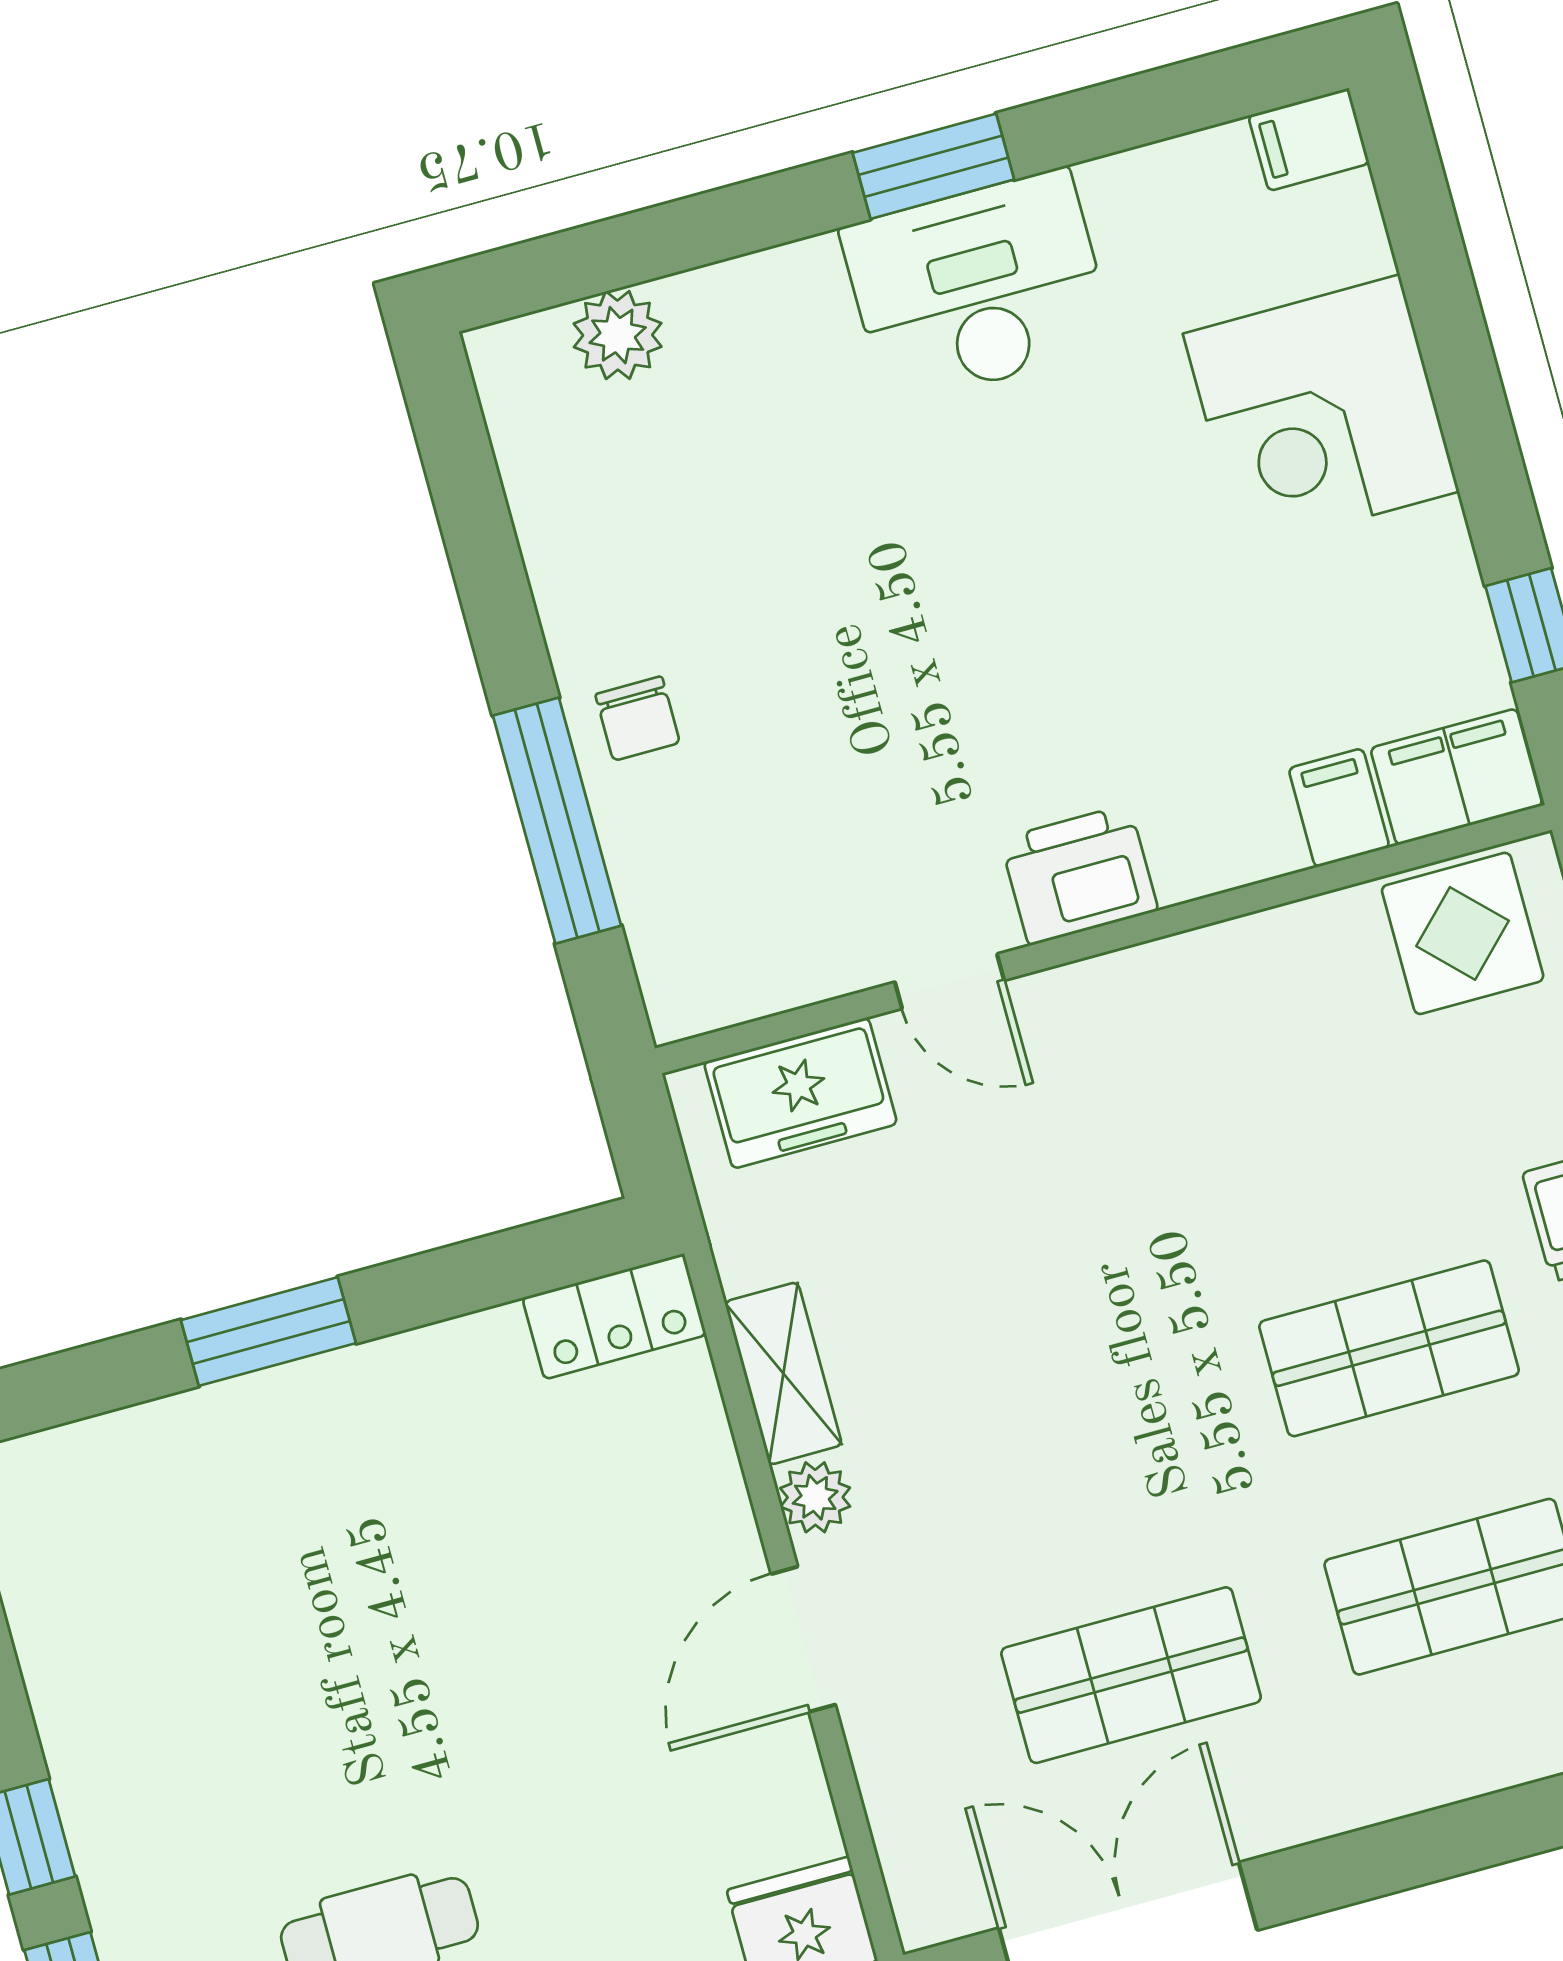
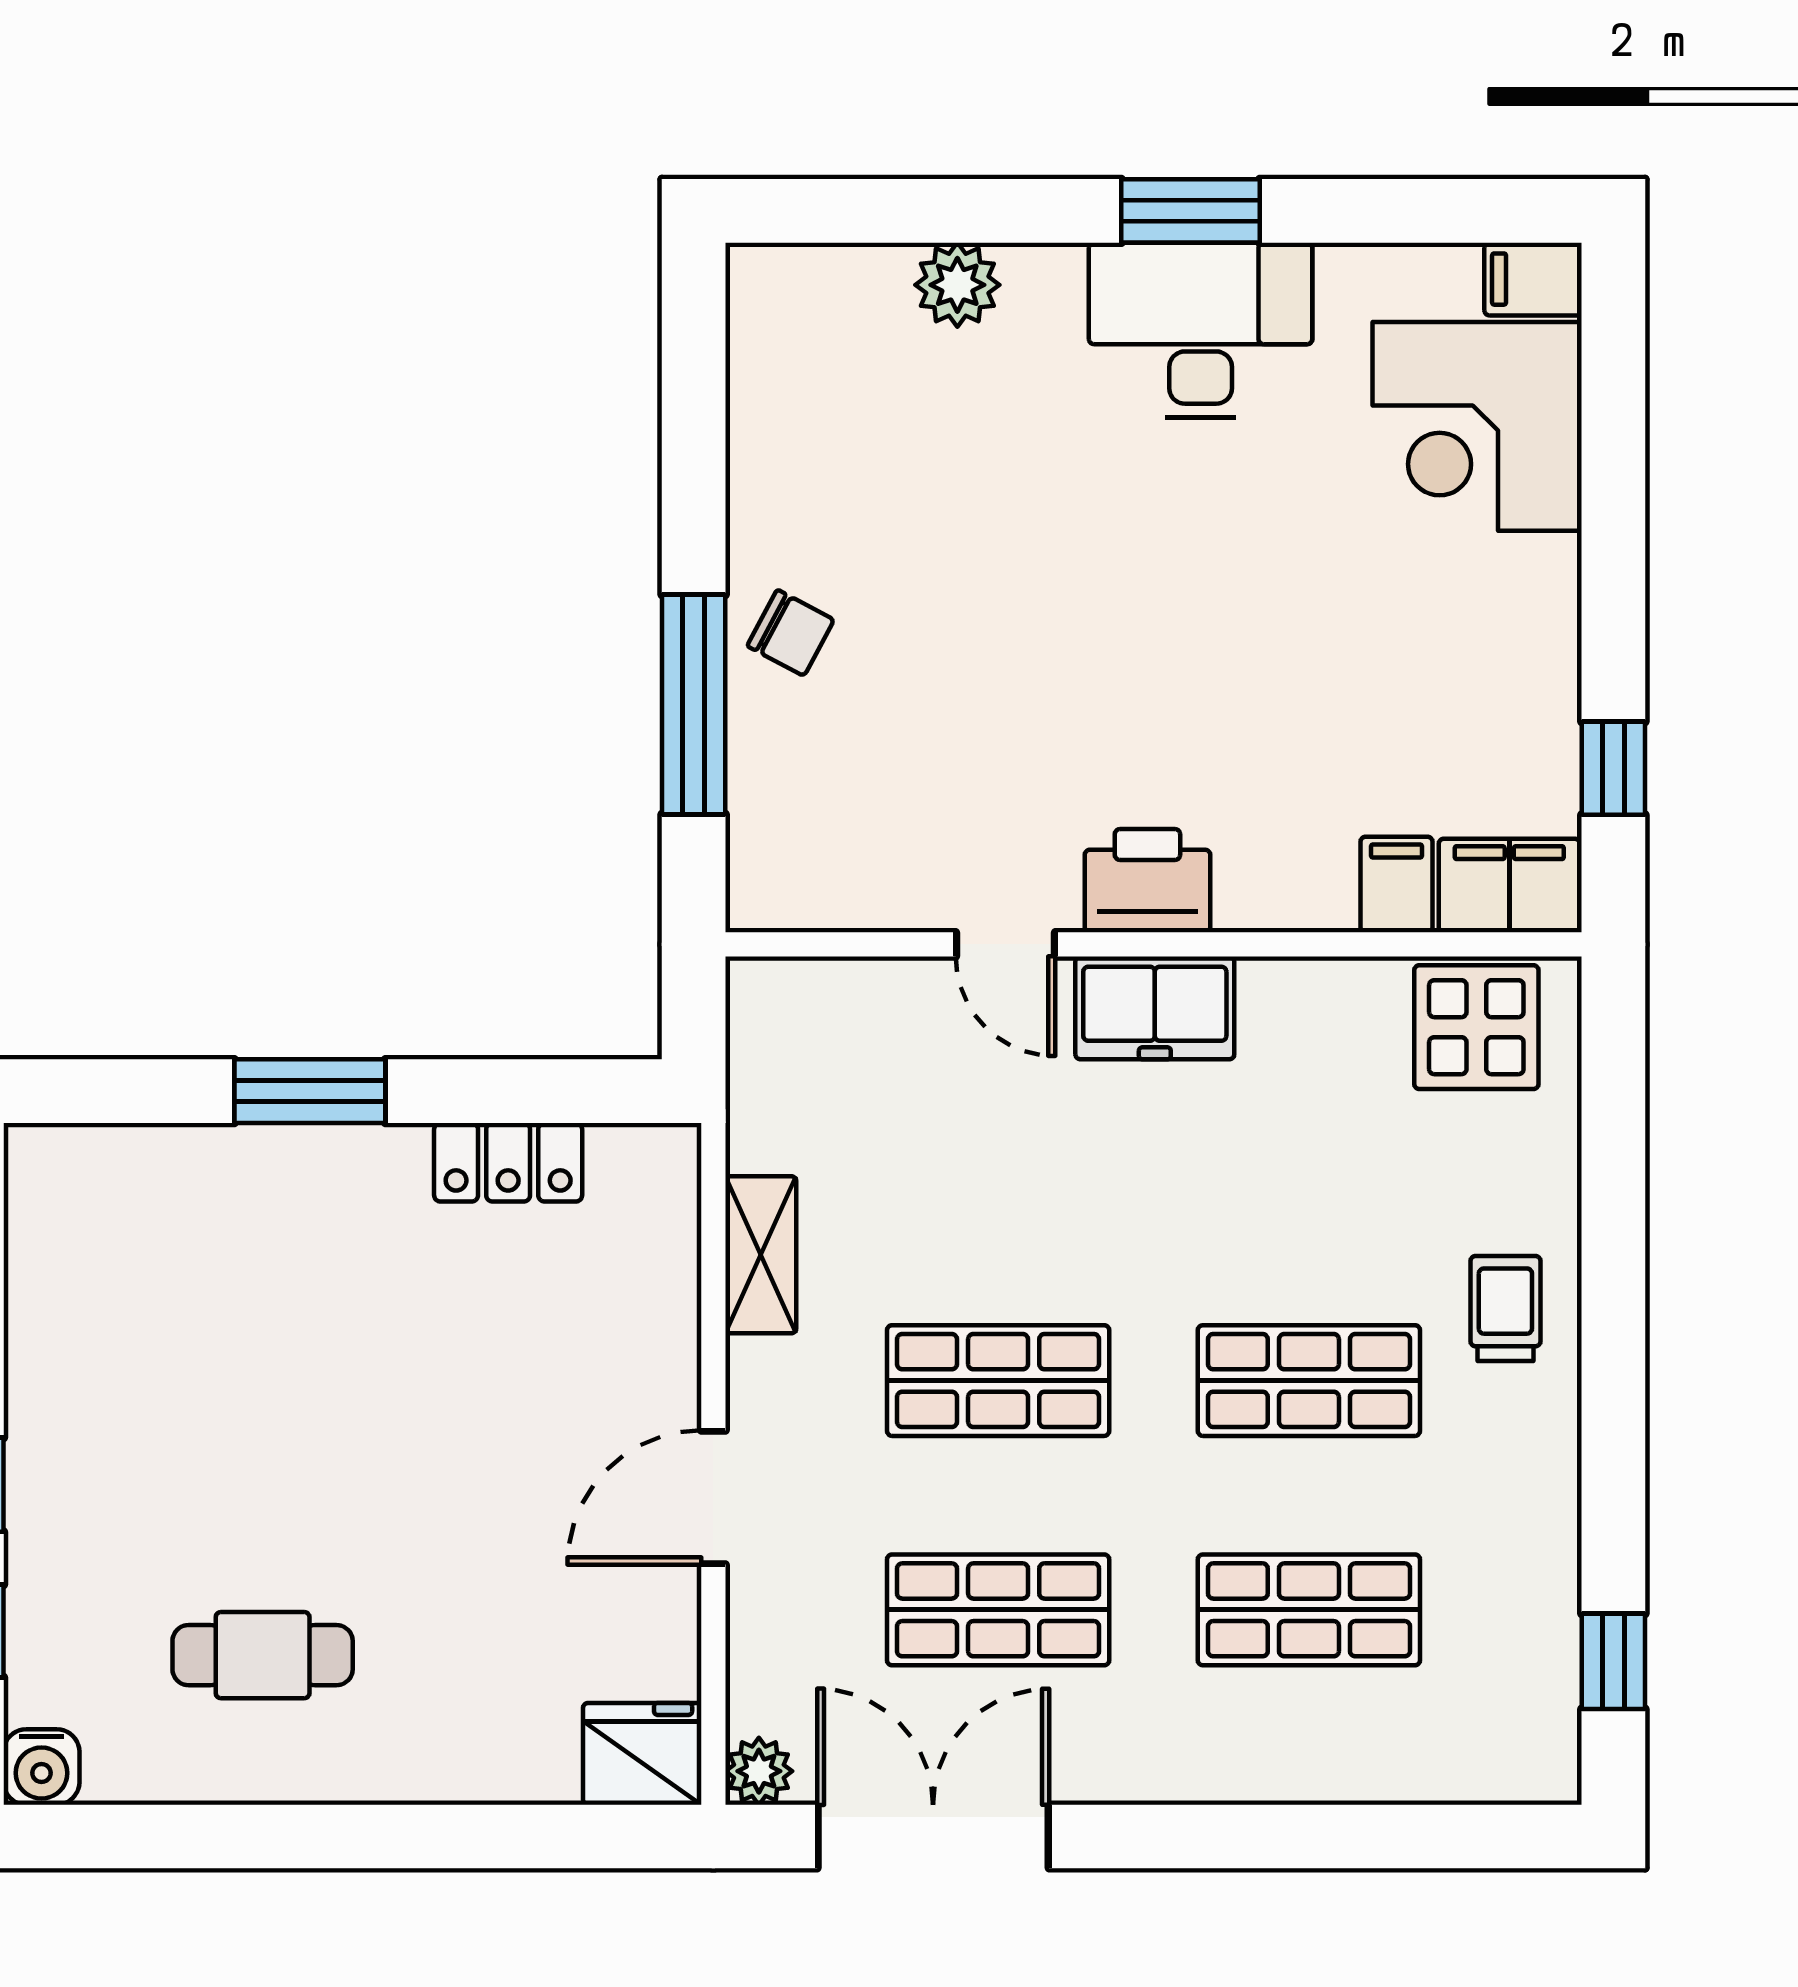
plant: (618, 335) -> (957, 285), moved
corner desk: (1321, 413) -> (1477, 426), moved
chair: (638, 719) -> (791, 633), turned -62
freezer: (800, 1093) -> (1155, 1008), moved
locker: (614, 1316) -> (508, 1162), moved
shop shelf: (1066, 1437) -> (998, 1381), added
plant: (815, 1497) -> (759, 1771), moved

